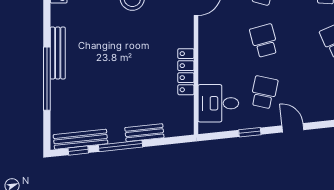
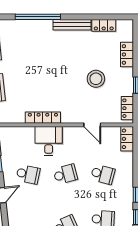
bench: (58, 53) -> (72, 25), moved
desk: (218, 103) -> (49, 141), moved

